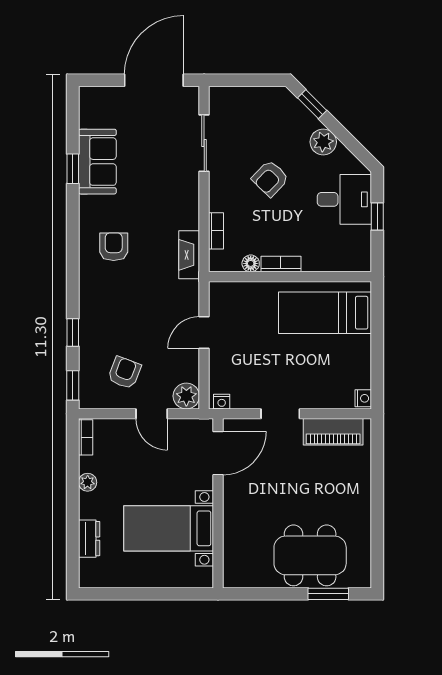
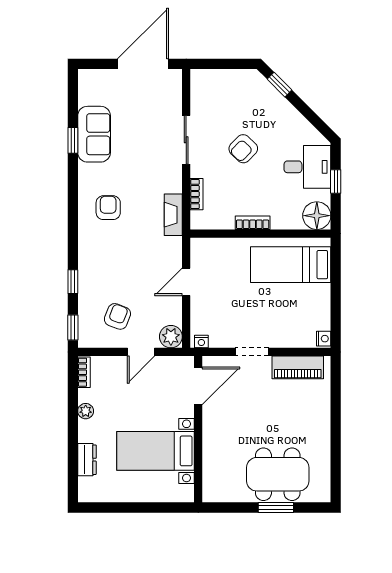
plant: (323, 142) -> (289, 117), removed
sliding door: (204, 143) -> (186, 140), moved
floor lamp: (251, 263) -> (317, 216), moved, width x1.89, depth x1.89
door: (152, 414) -> (141, 352), hinge flipped
window: (328, 594) -> (276, 507), moved

